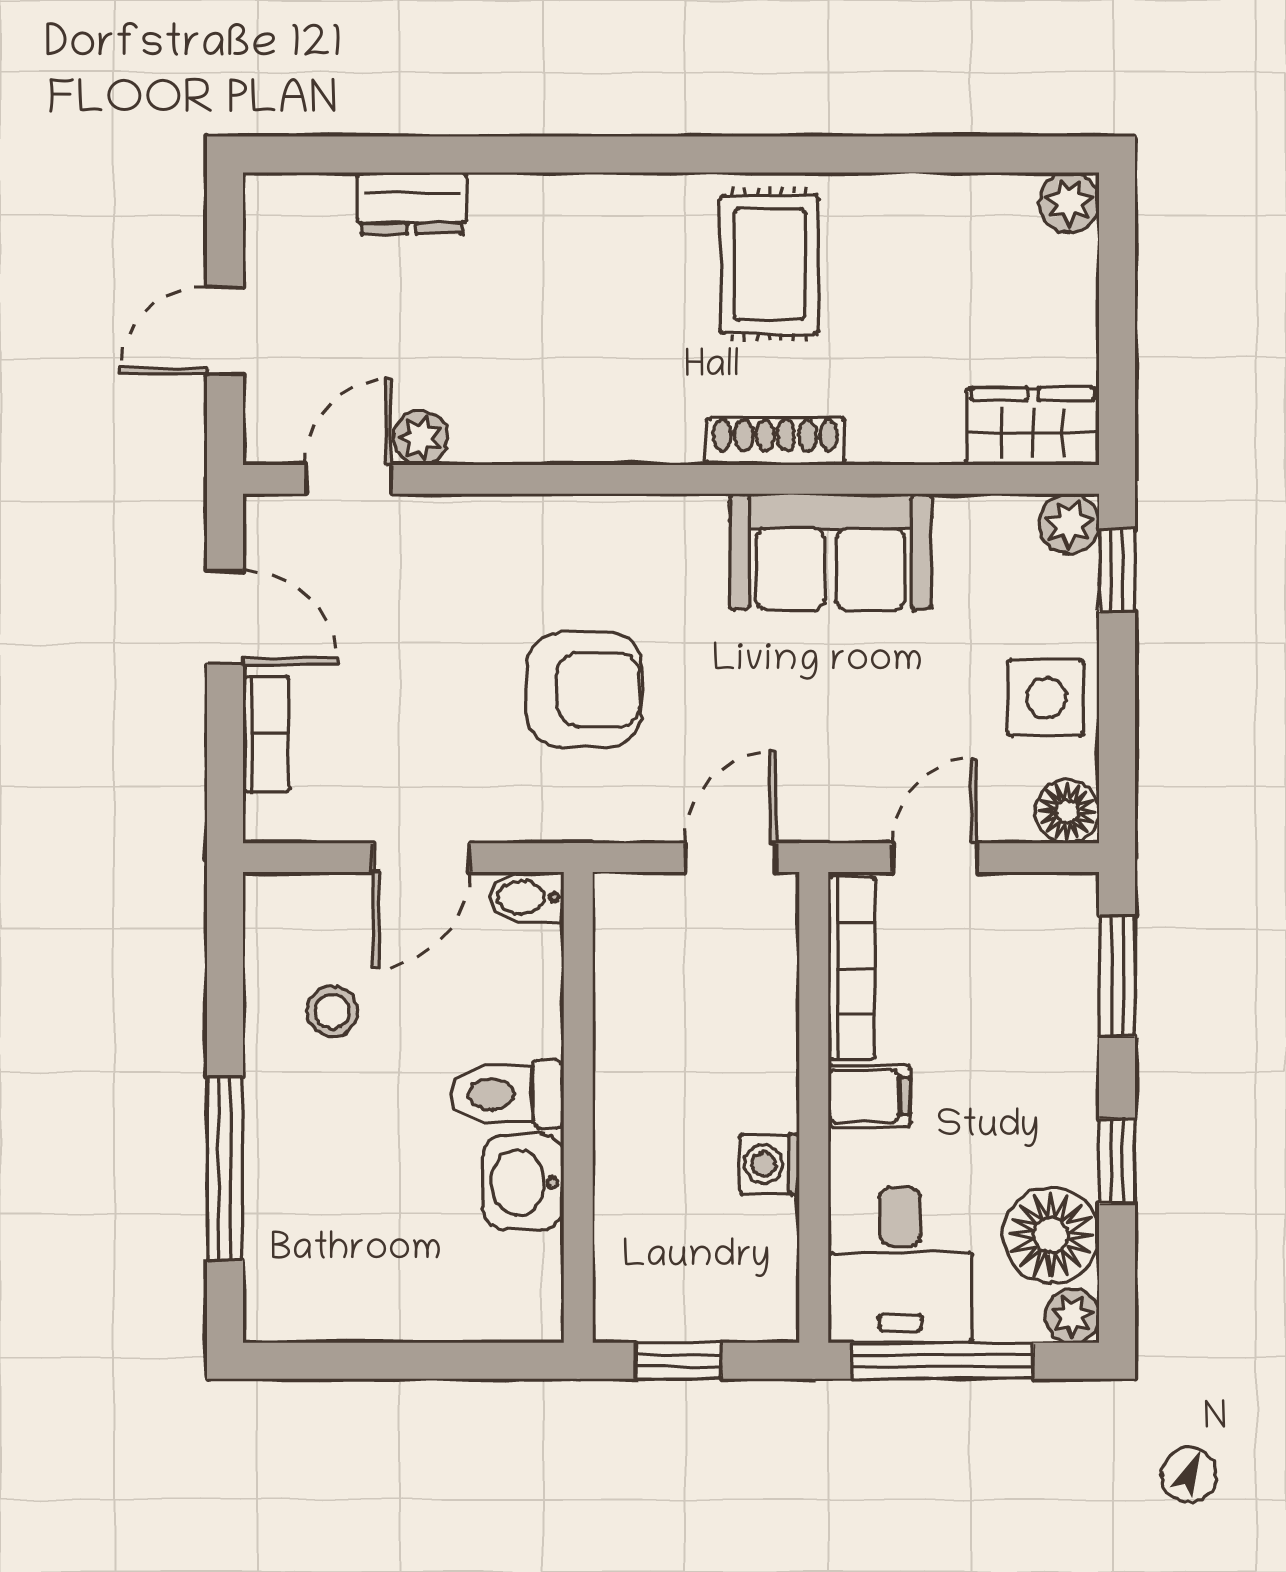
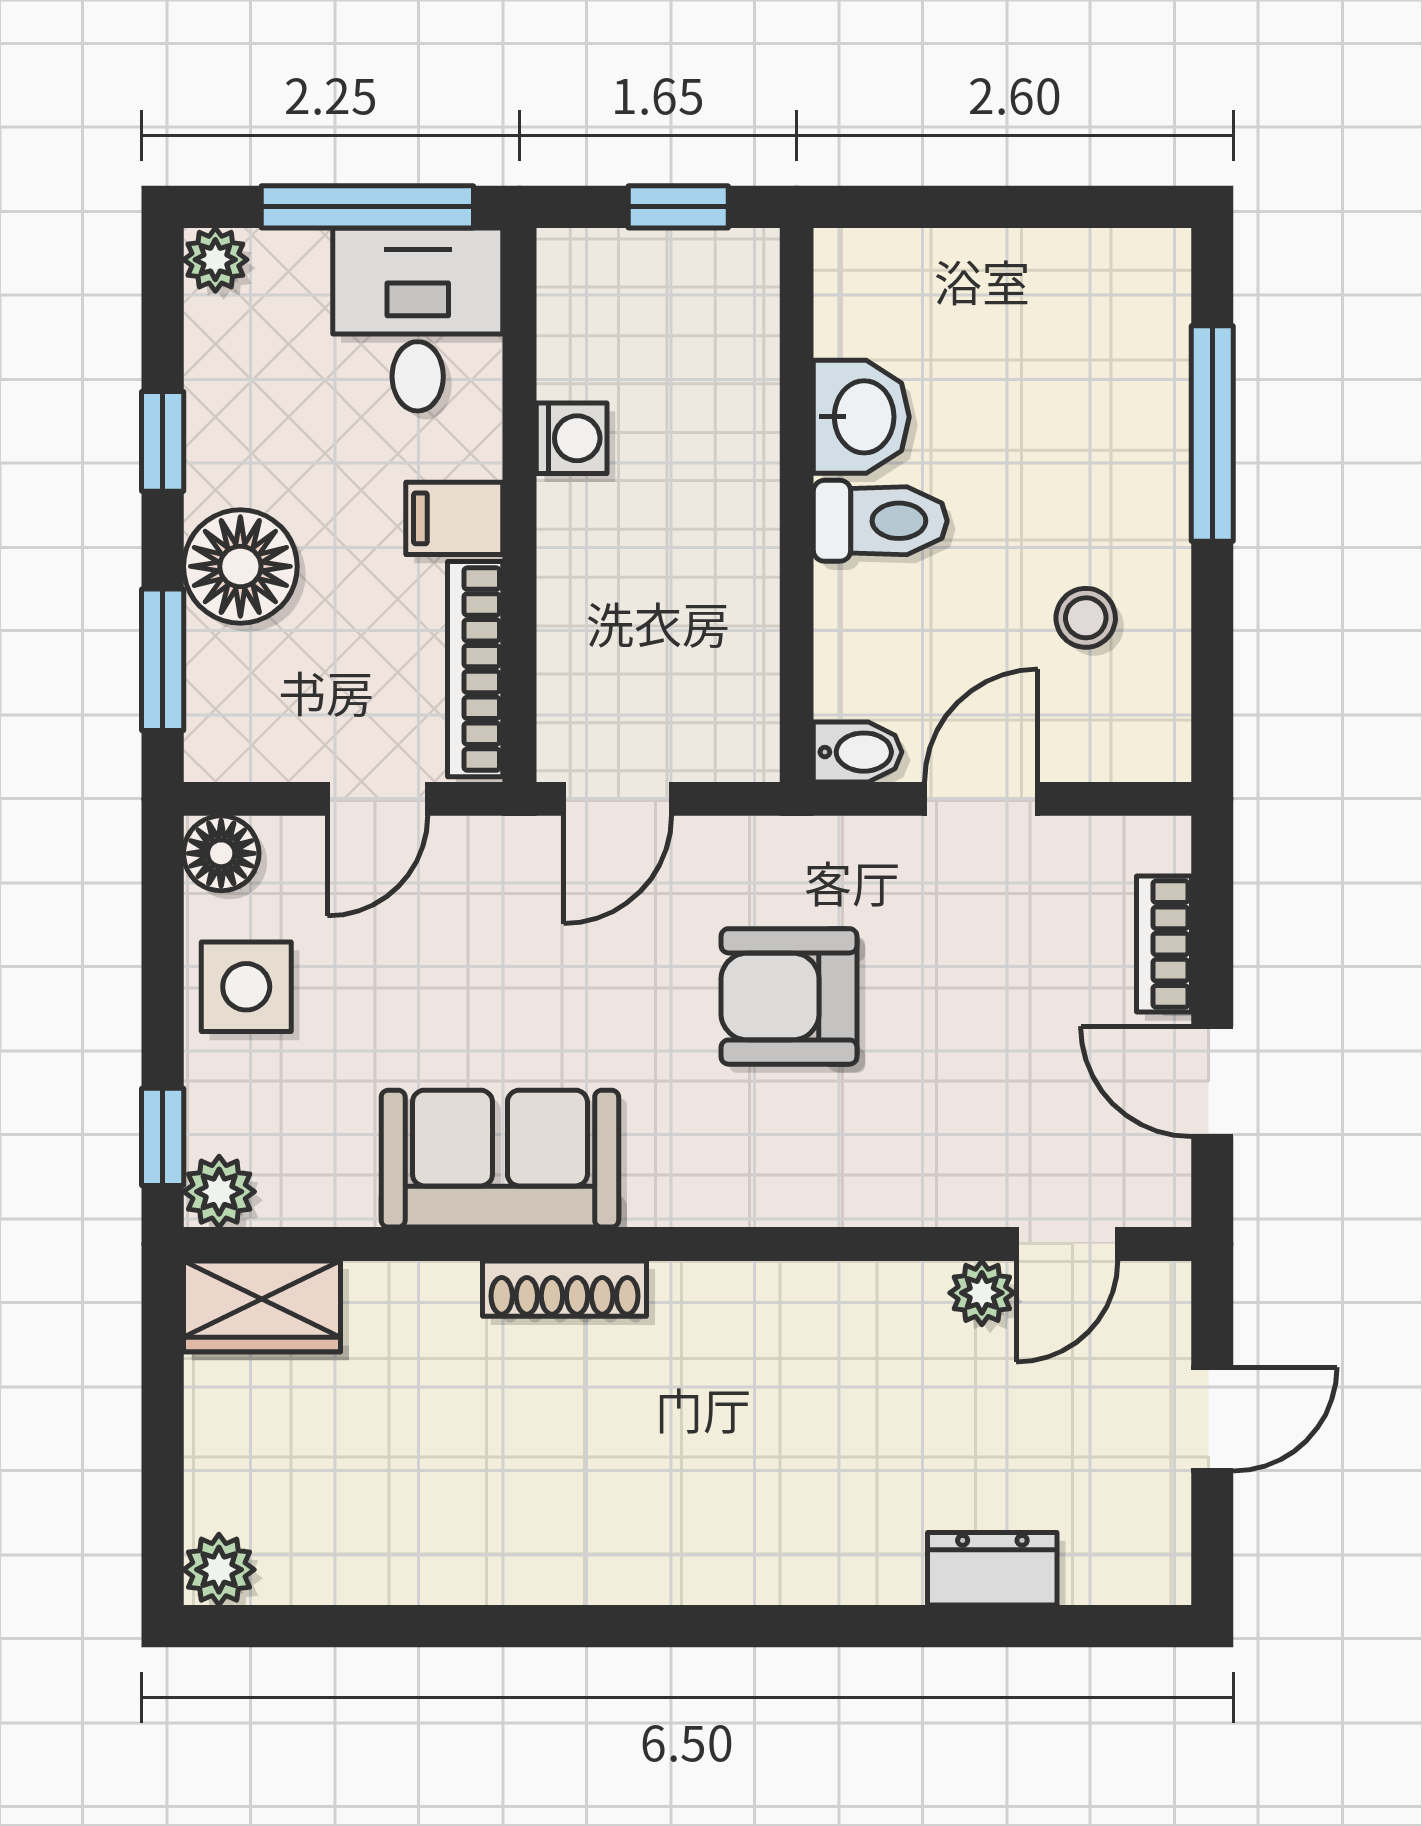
rug: (770, 264) -> (572, 1497), removed
floor lamp: (1051, 1235) -> (240, 566), moved

